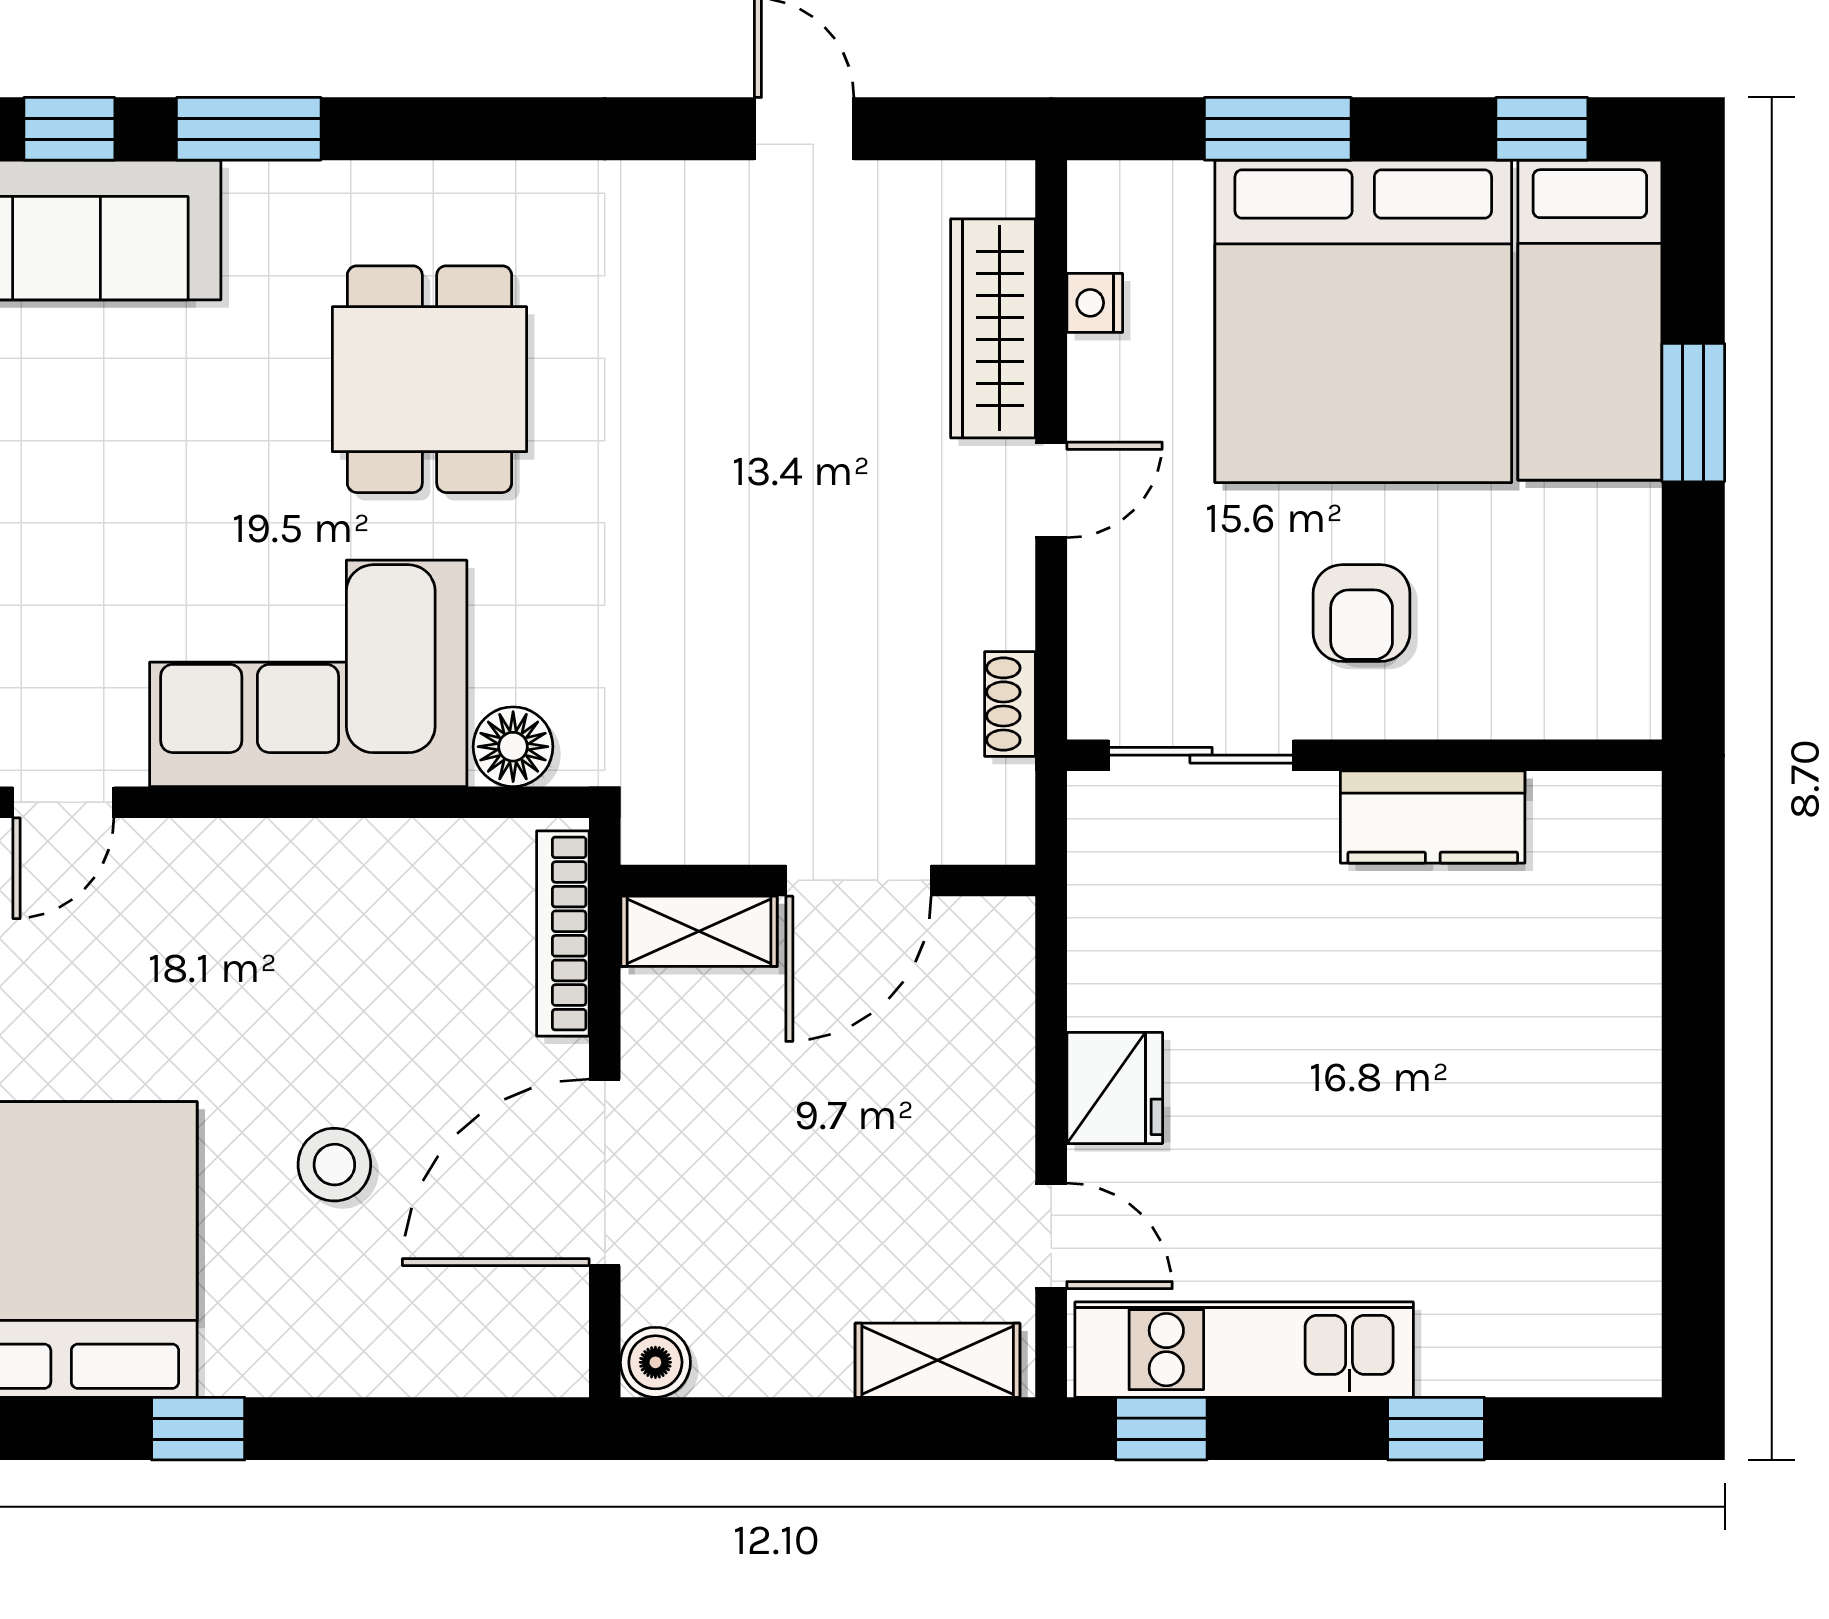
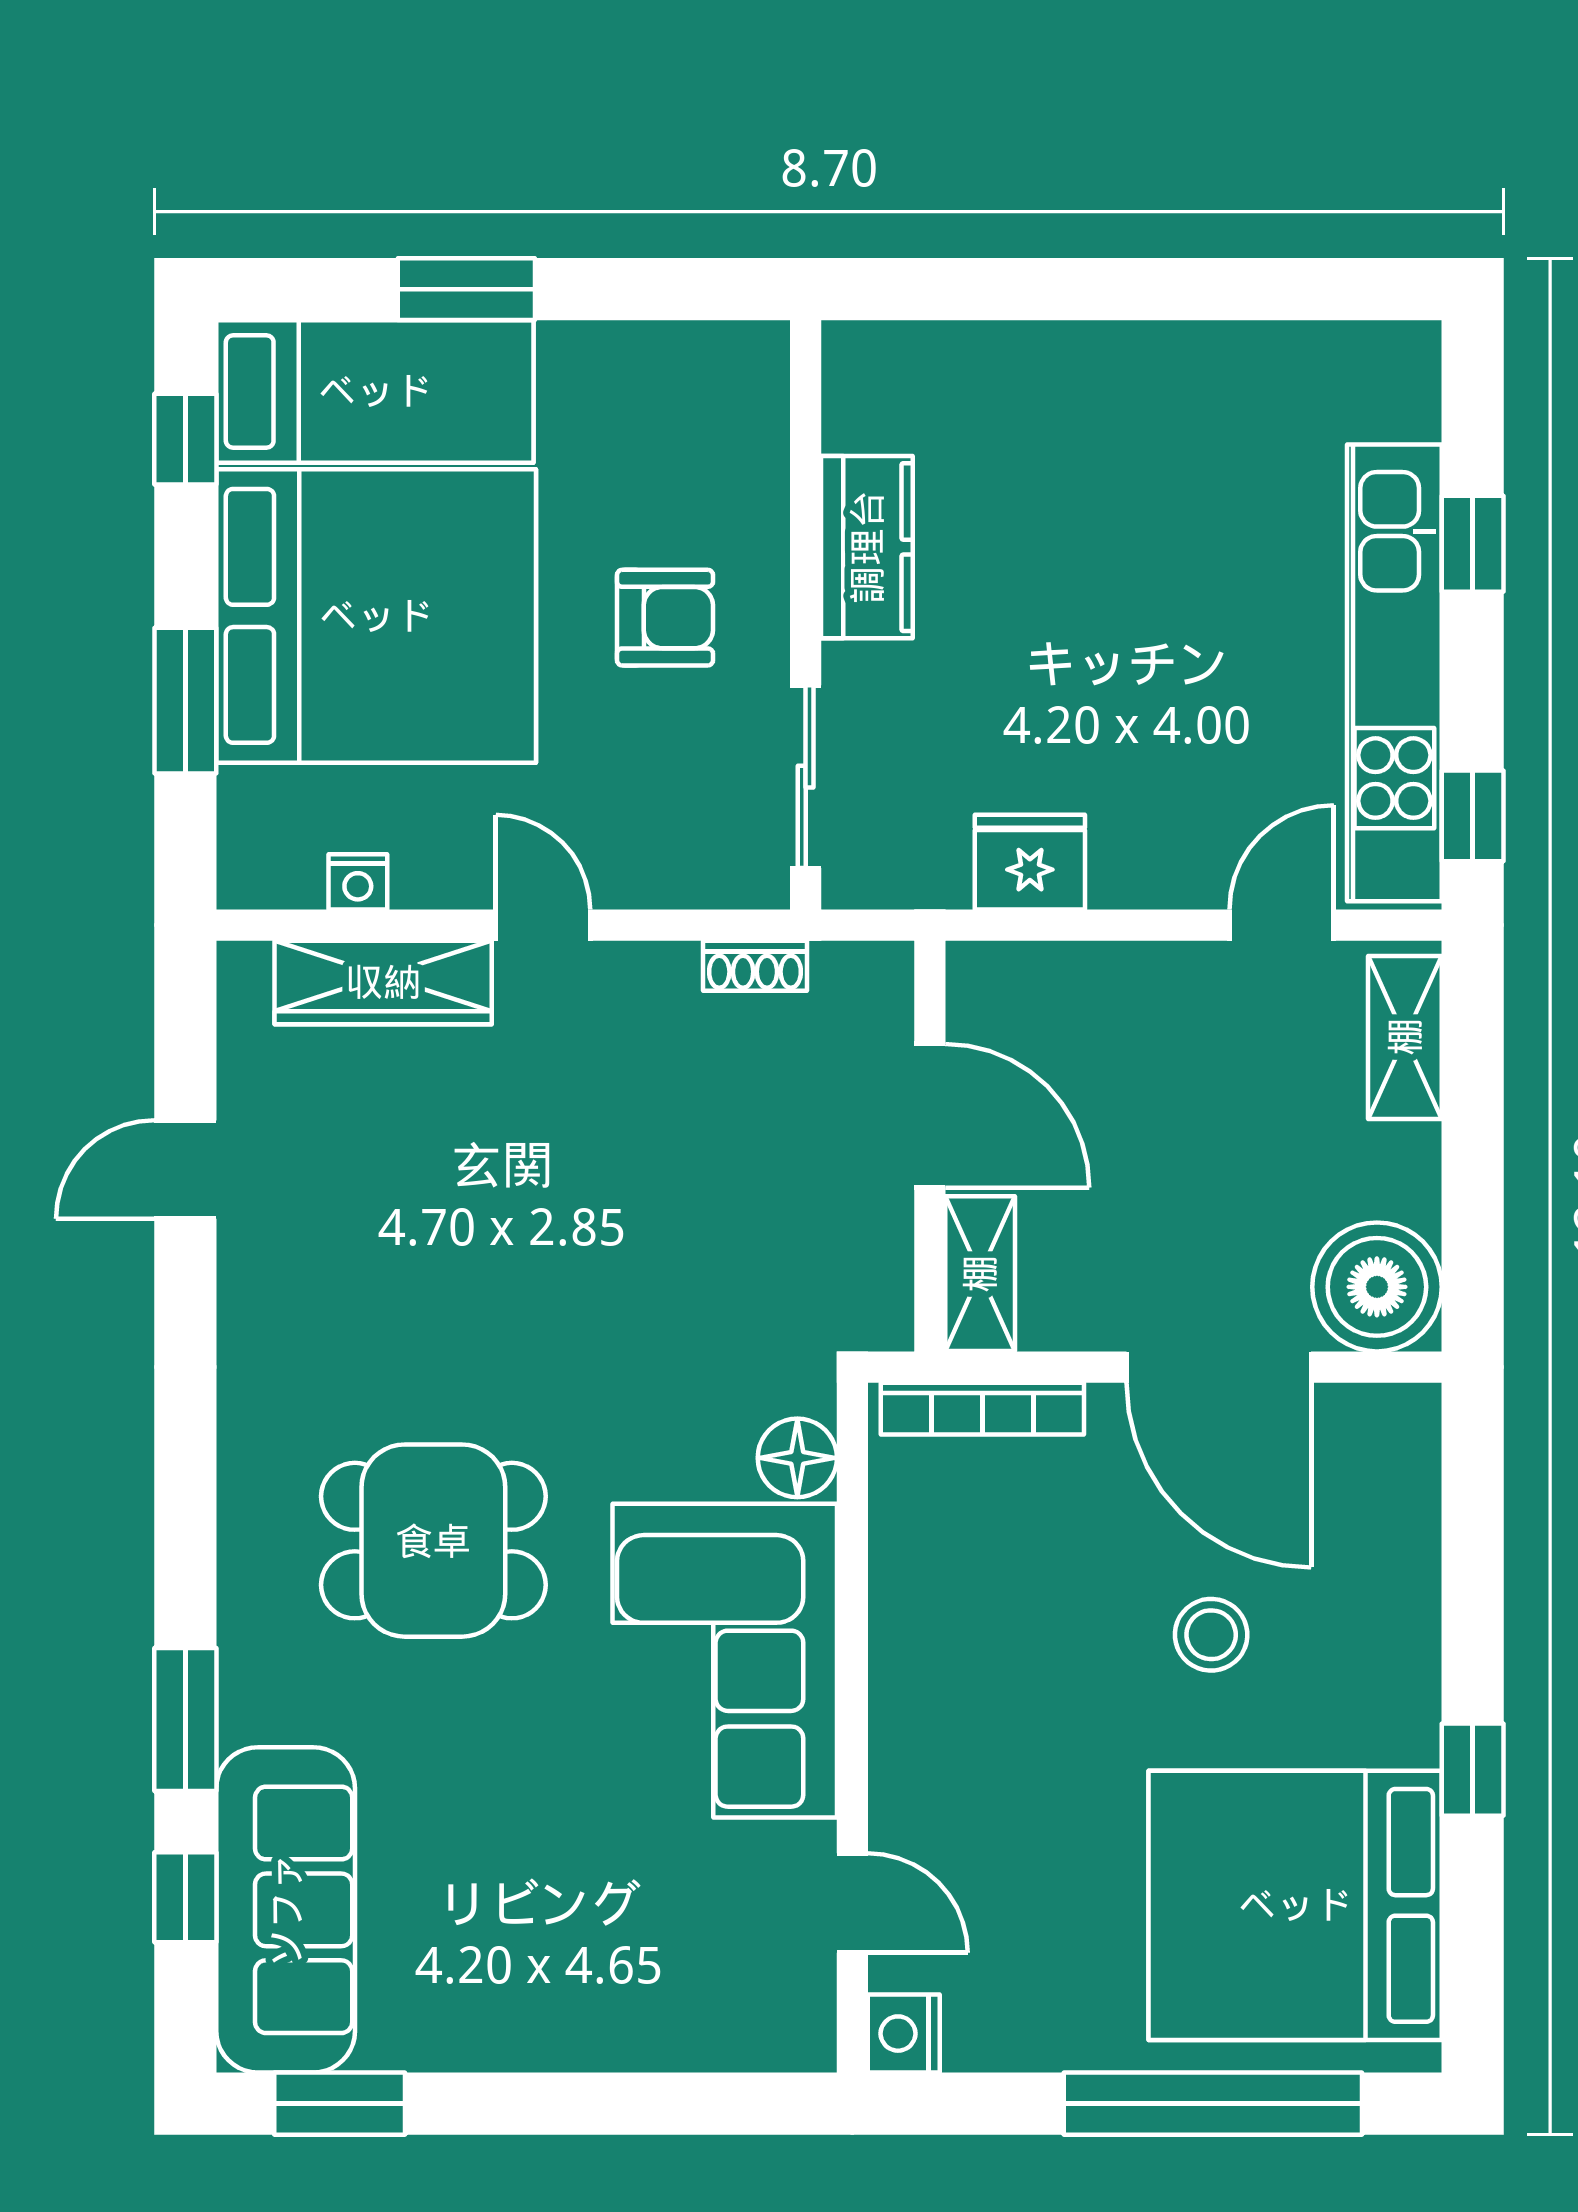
fridge: (1115, 1088) -> (1030, 862), moved
kitchen unit: (1244, 1350) -> (1394, 673), width x1.36
boiler: (655, 1362) -> (1377, 1287), width x1.86, depth x1.86

